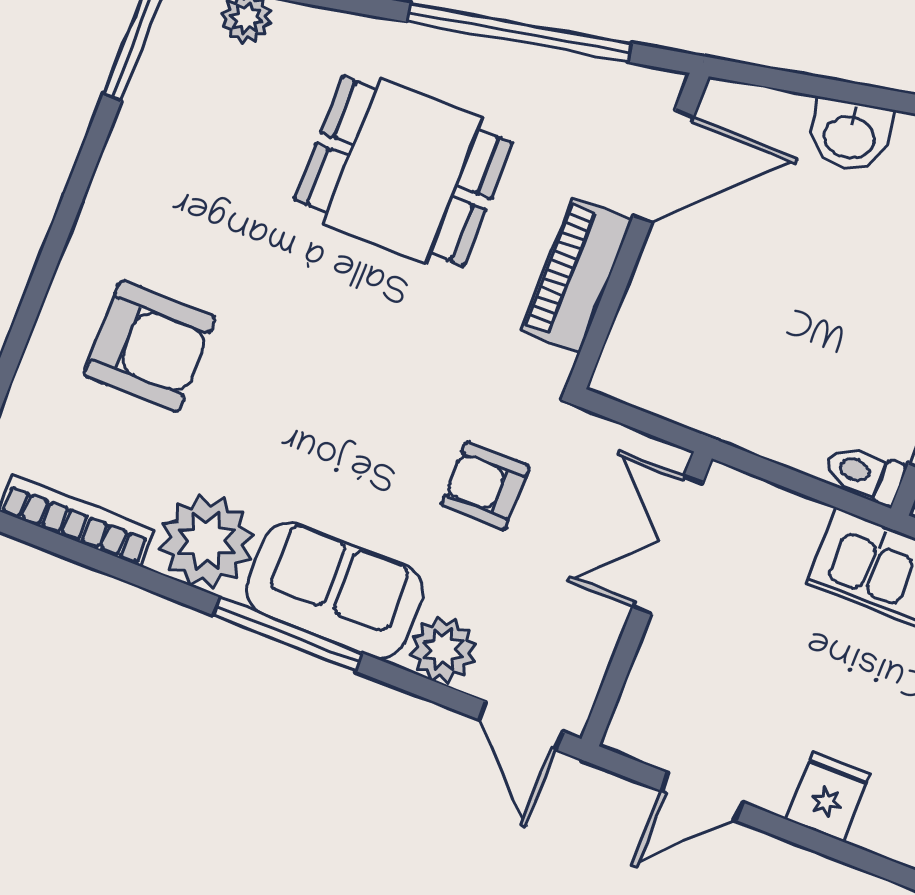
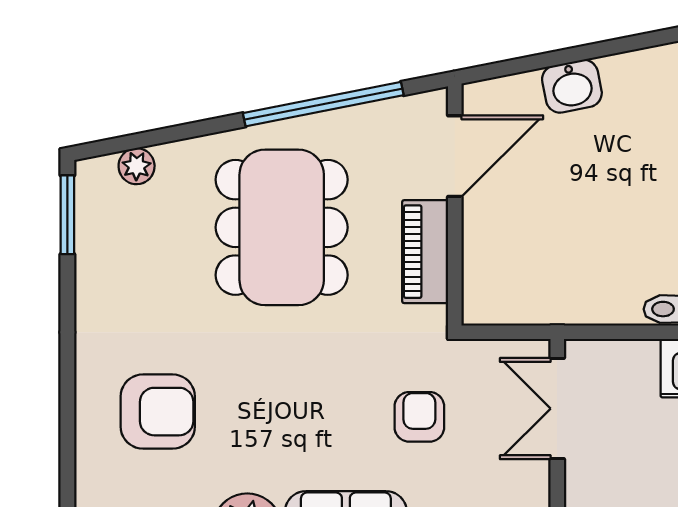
dining table: (403, 171) -> (282, 227), width x1.38
armchair: (485, 486) -> (419, 417), turned 90

